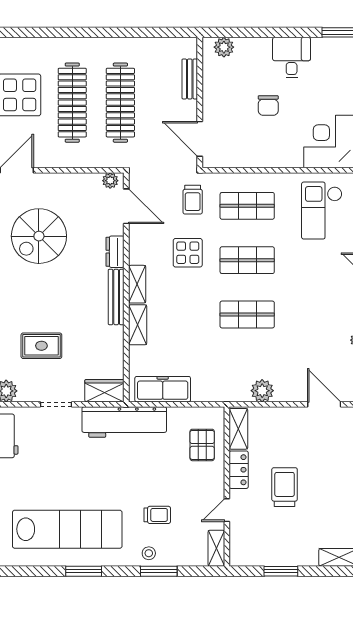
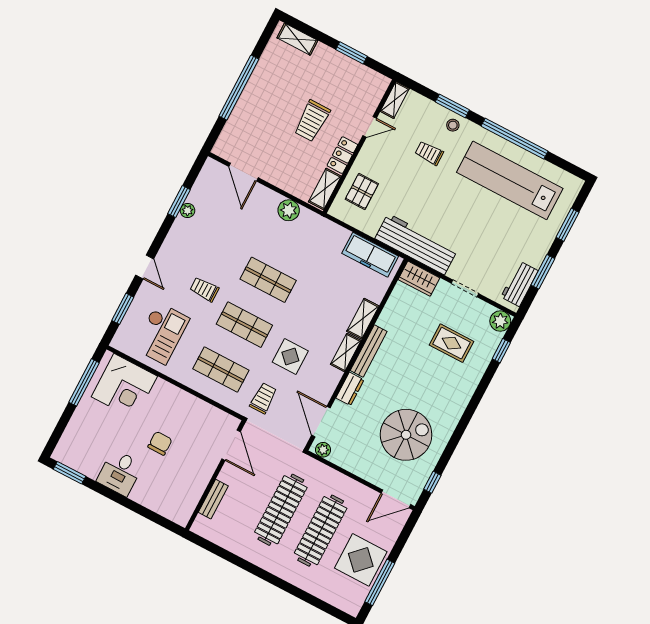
plant: (224, 47) -> (171, 511), removed
trolley: (303, 274) -> (204, 289), added
window: (84, 571) -> (514, 139), width x2.11

